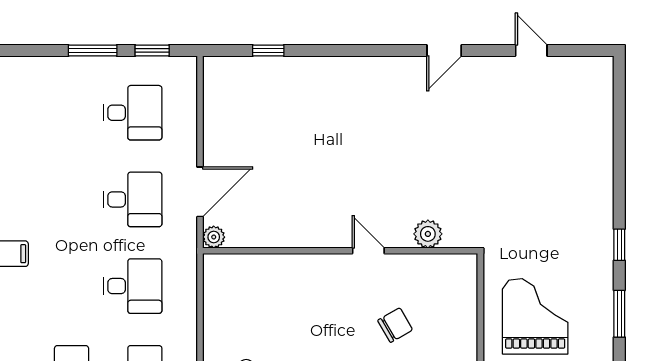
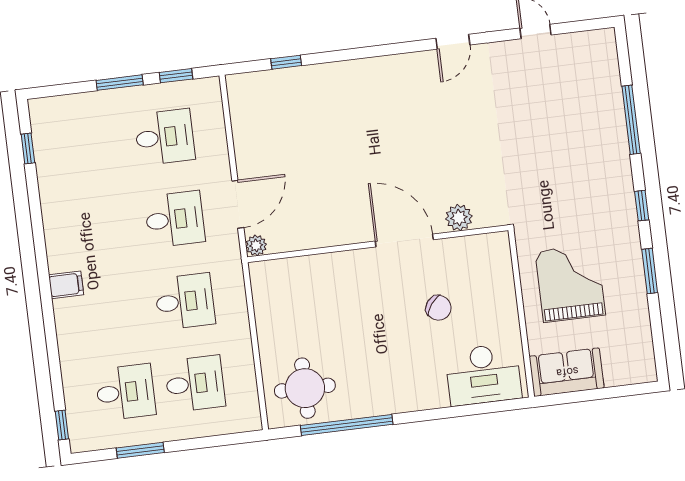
window: (619, 154) -> (631, 120), added
door: (368, 251) -> (404, 240), width x1.87
chair: (395, 325) -> (438, 308), turned 67

